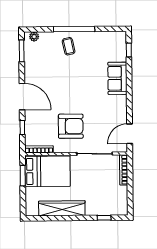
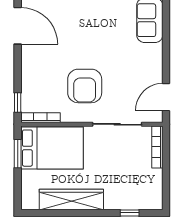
door: (22, 97) -> (18, 26), moved
armchair: (71, 126) -> (85, 86), turned 90
window: (22, 128) -> (18, 102), moved

